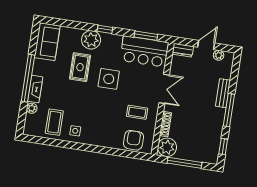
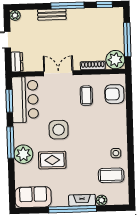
window: (105, 29) -> (11, 143), width x2.17
plant: (219, 55) -> (15, 15), moved

